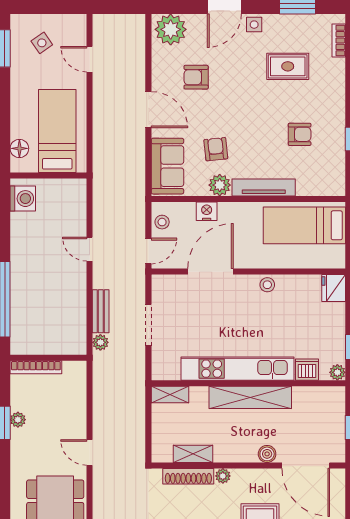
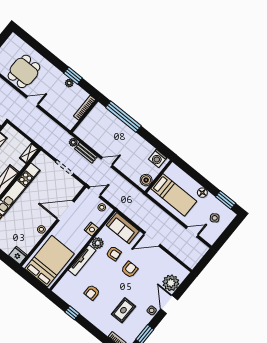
plant: (171, 29) -> (171, 283), moved
armchair: (196, 77) -> (129, 270), moved
floor lamp: (19, 148) -> (202, 193), moved
boiler: (68, 189) -> (146, 180), added
bed: (304, 225) -> (49, 261), width x1.50
door: (90, 249) -> (107, 162), moved
door: (148, 251) -> (95, 192), swing flipped
door: (210, 272) -> (66, 211), swing flipped

